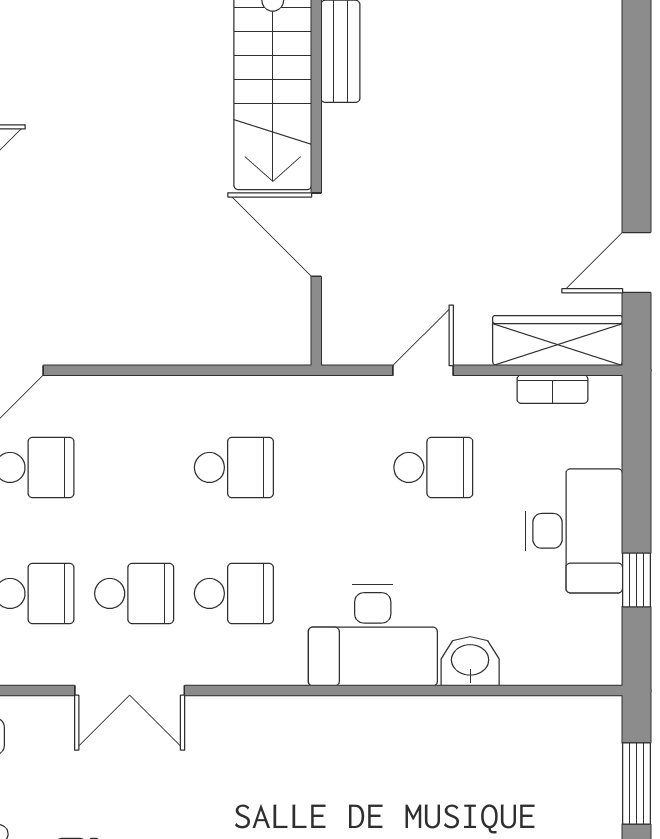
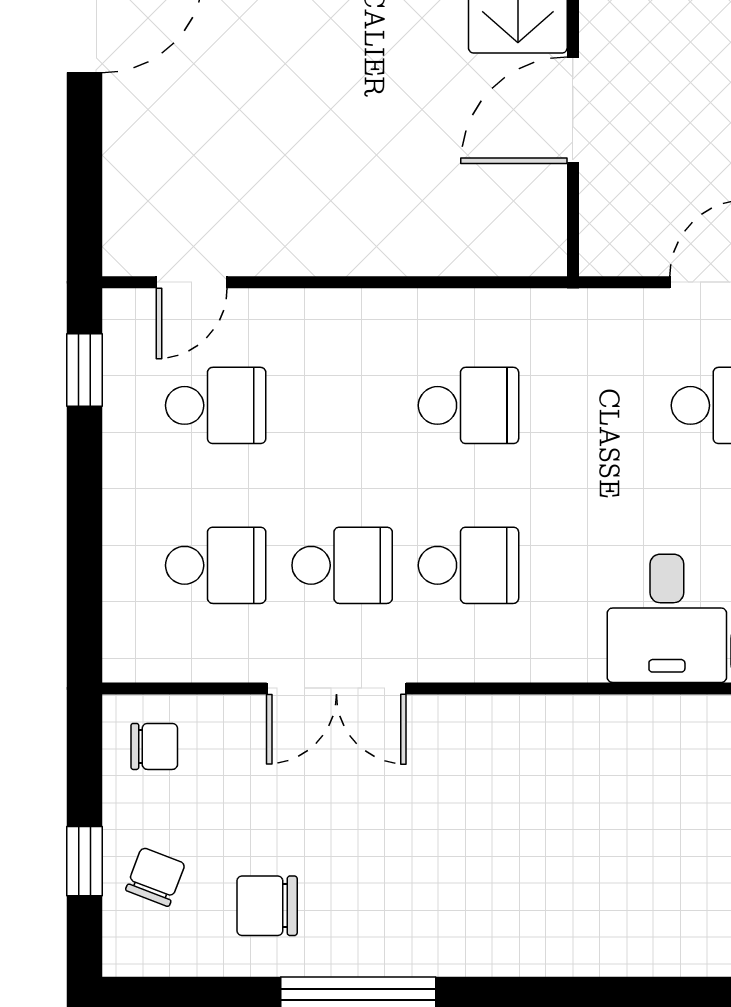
door: (316, 235) -> (573, 110), hinge flipped
desk: (373, 635) -> (667, 618), width x0.73

